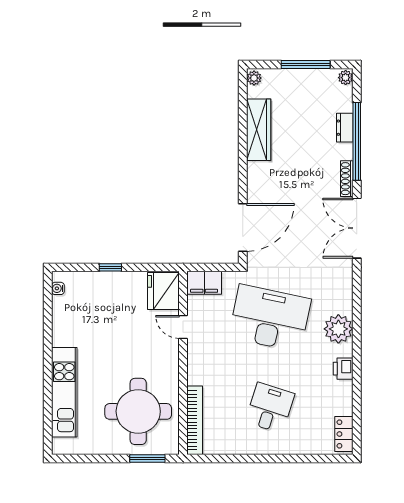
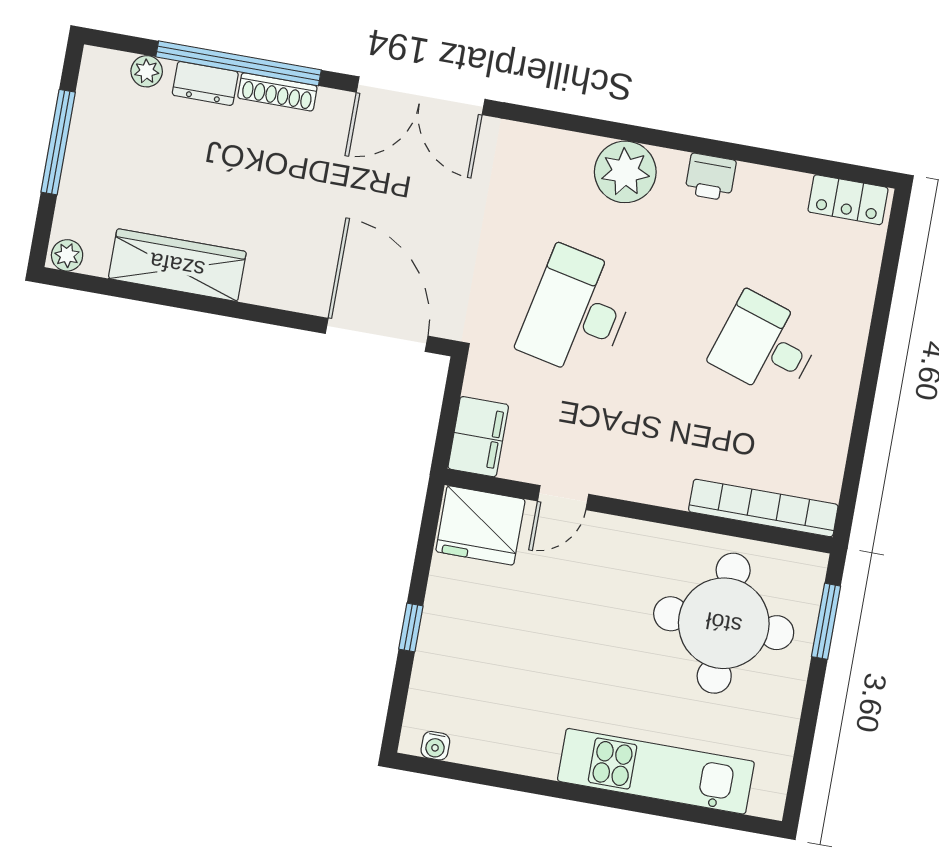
plant: (346, 78) -> (147, 71), moved
shoe rack: (347, 179) -> (277, 92), moved
desk: (270, 318) -> (577, 312), width x0.73, depth x0.77

